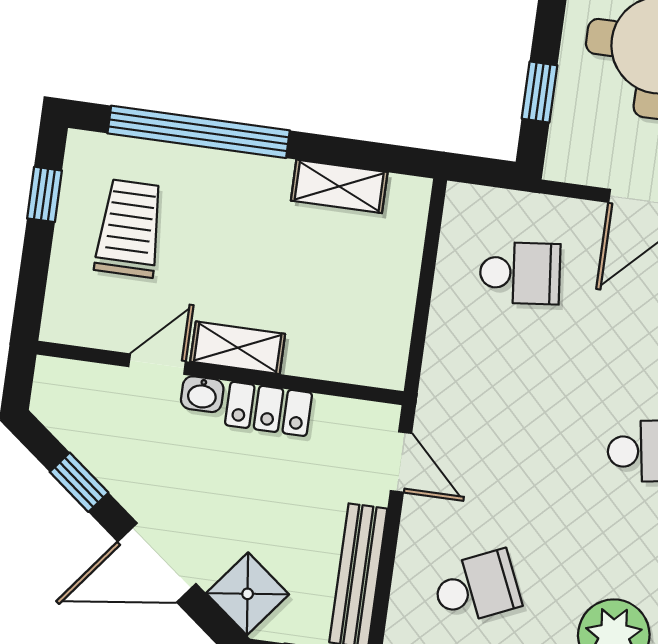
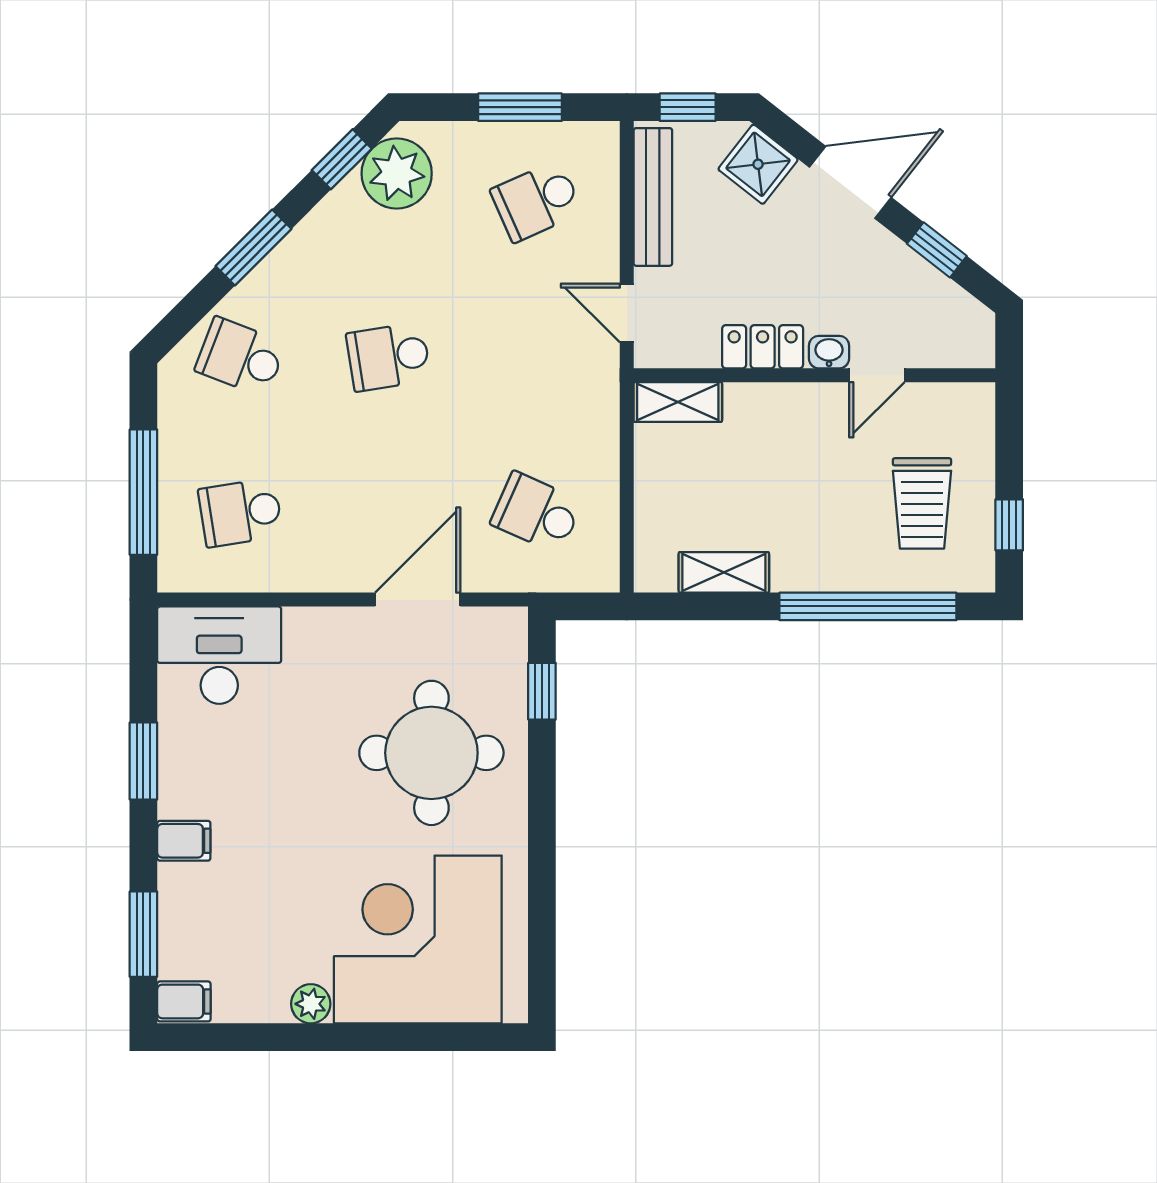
school desk: (520, 273) -> (537, 513), turned 30
shelving: (238, 348) -> (678, 402), moved

